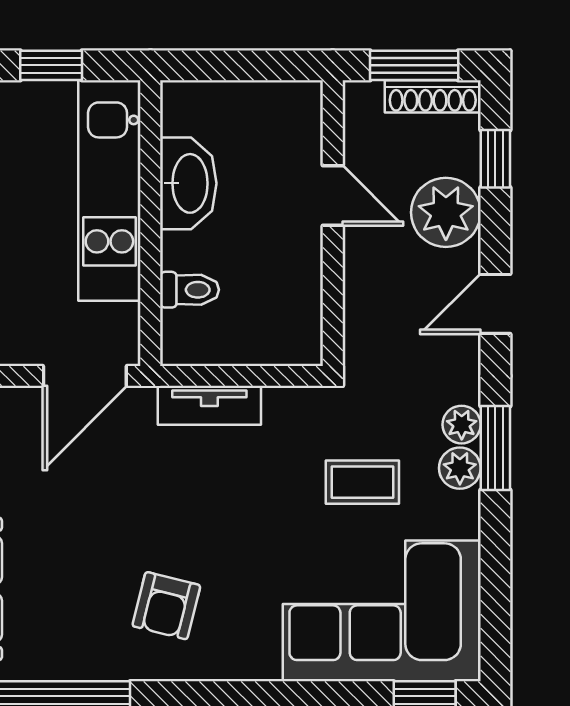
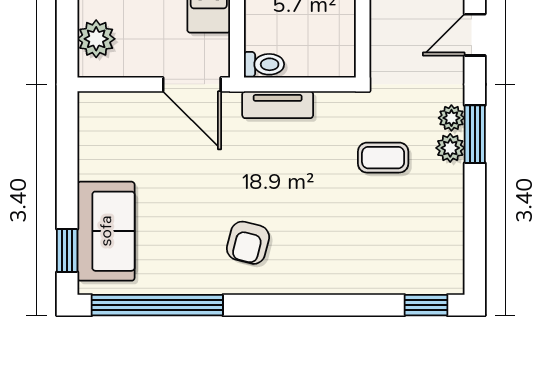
toilet: (189, 290) -> (264, 64), moved
door: (85, 376) -> (192, 84), hinge flipped
corner sofa: (382, 611) -> (396, 246), removed

